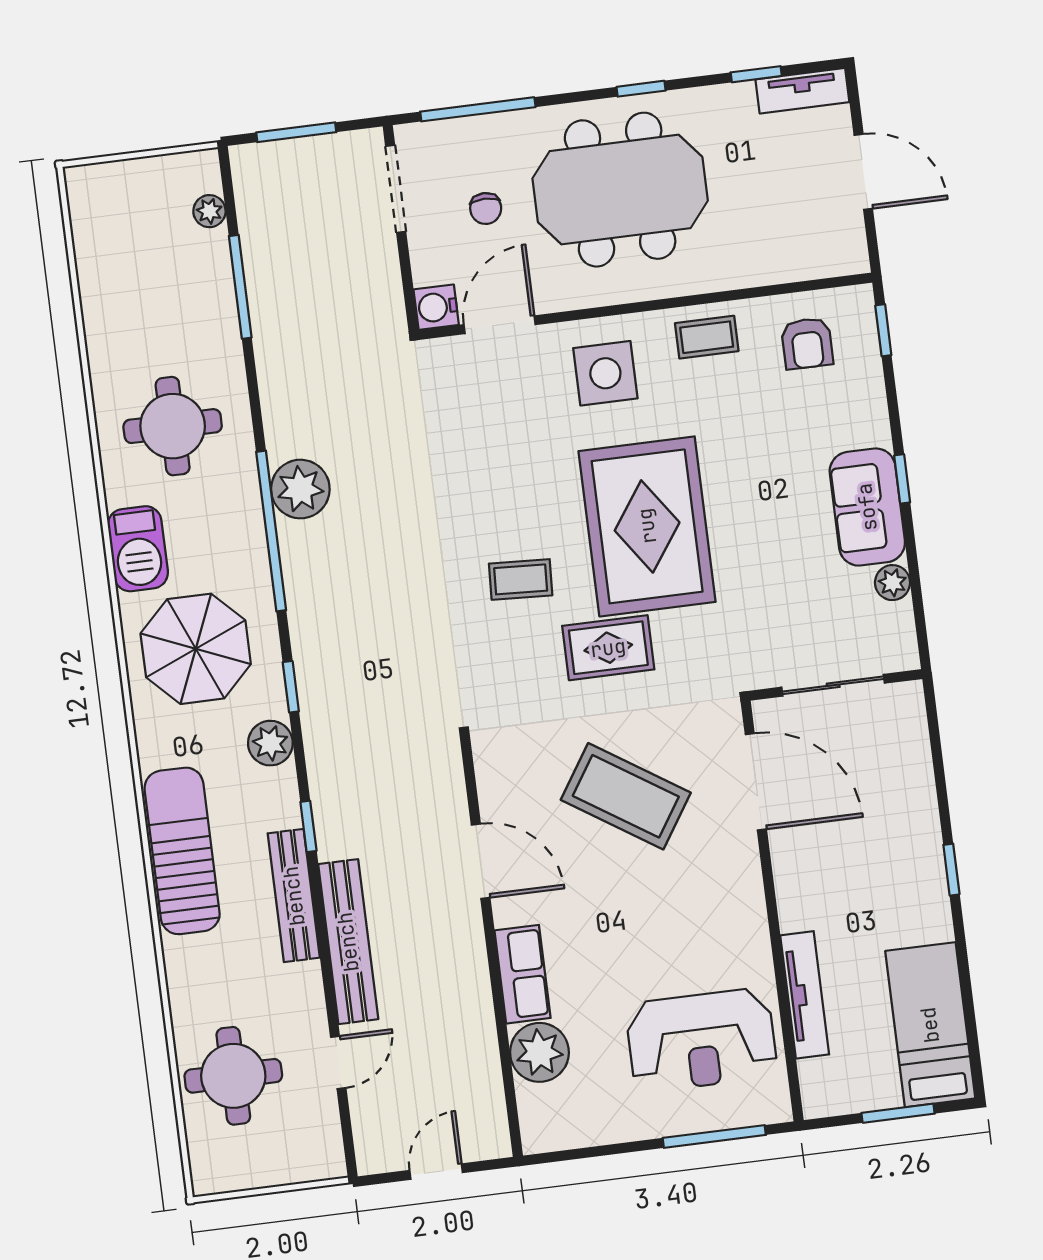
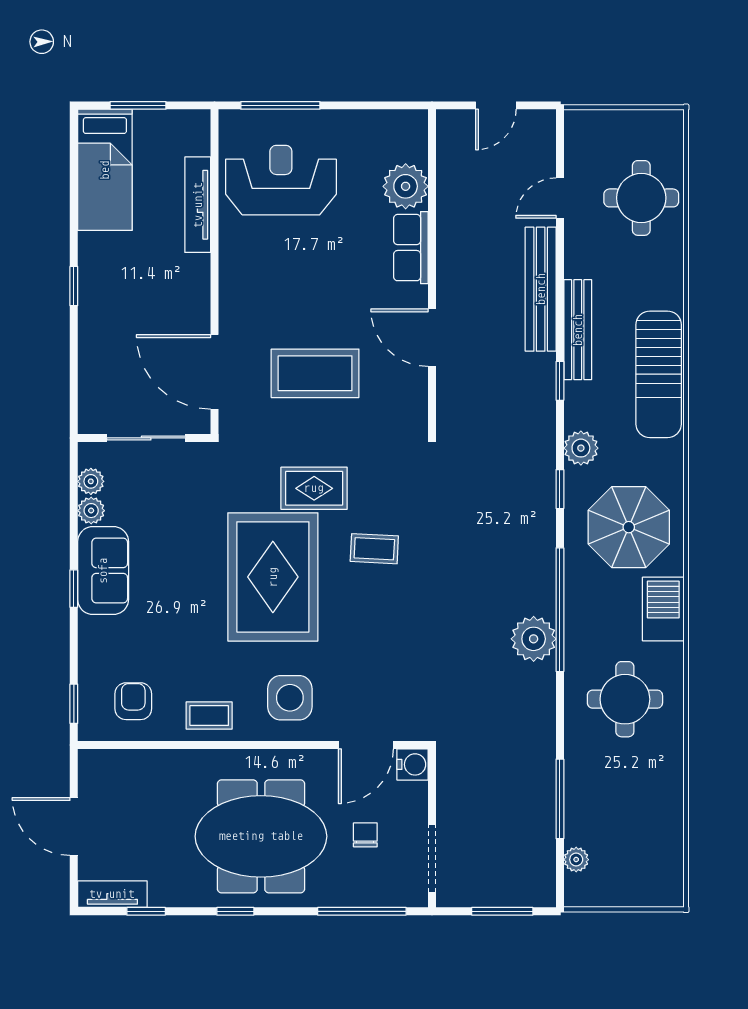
plant: (898, 620) -> (91, 481), added
coffee table: (626, 796) -> (315, 373), turned -33

